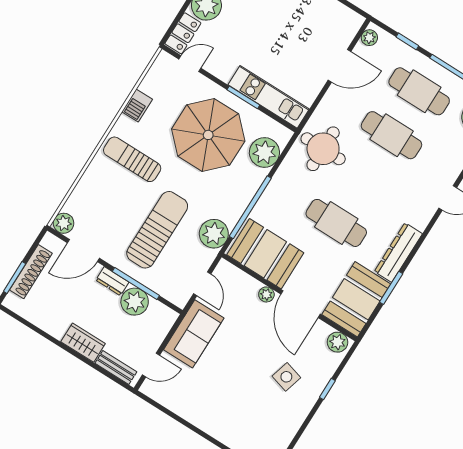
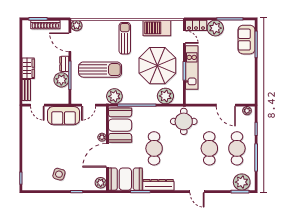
kitchen unit: (269, 97) -> (192, 67), moved
barbecue: (137, 106) -> (157, 28), width x1.88, depth x1.53
side table: (286, 377) -> (59, 174), moved

